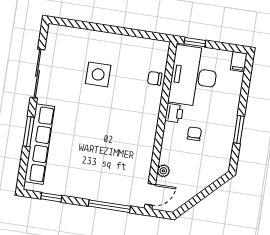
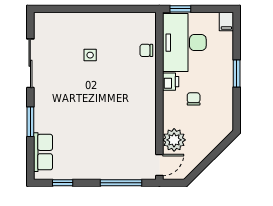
side table: (98, 74) -> (90, 55), width x0.54, depth x0.54
window: (239, 130) -> (237, 74), moved
row of seats: (39, 144) -> (43, 152), width x0.50
plant: (163, 171) -> (174, 140), width x1.88, depth x1.88

